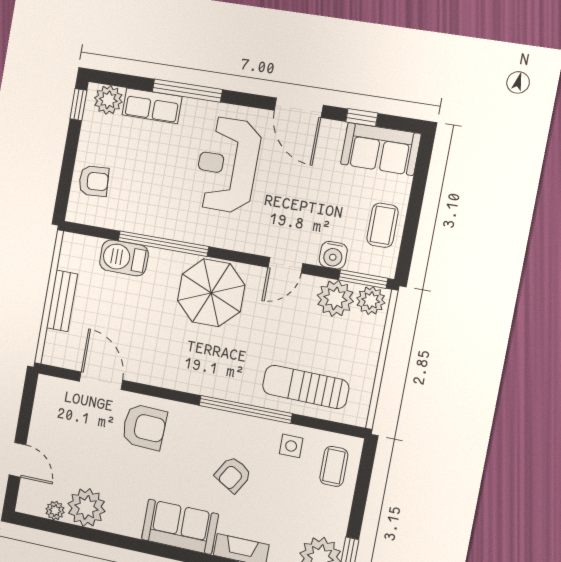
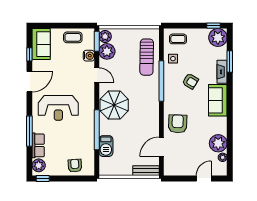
bench: (62, 301) -> (146, 171), moved

